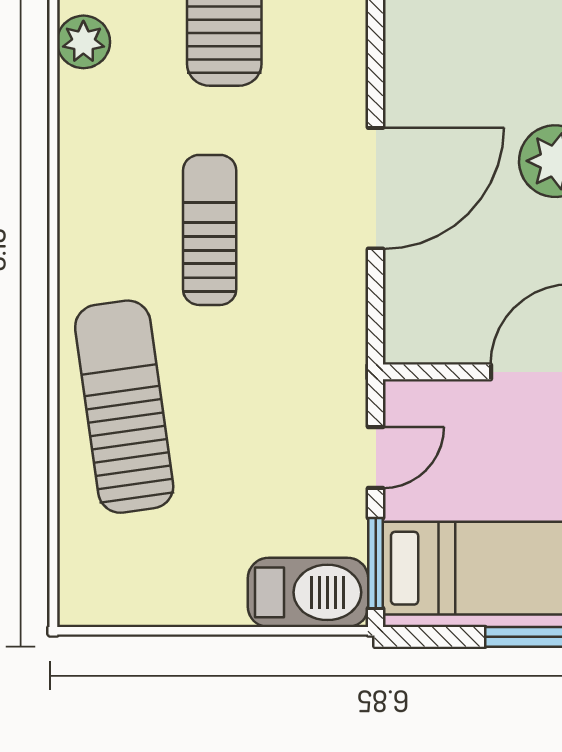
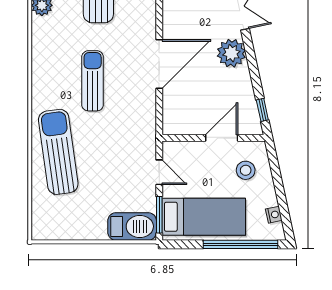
door: (376, 457) -> (159, 172), hinge flipped

